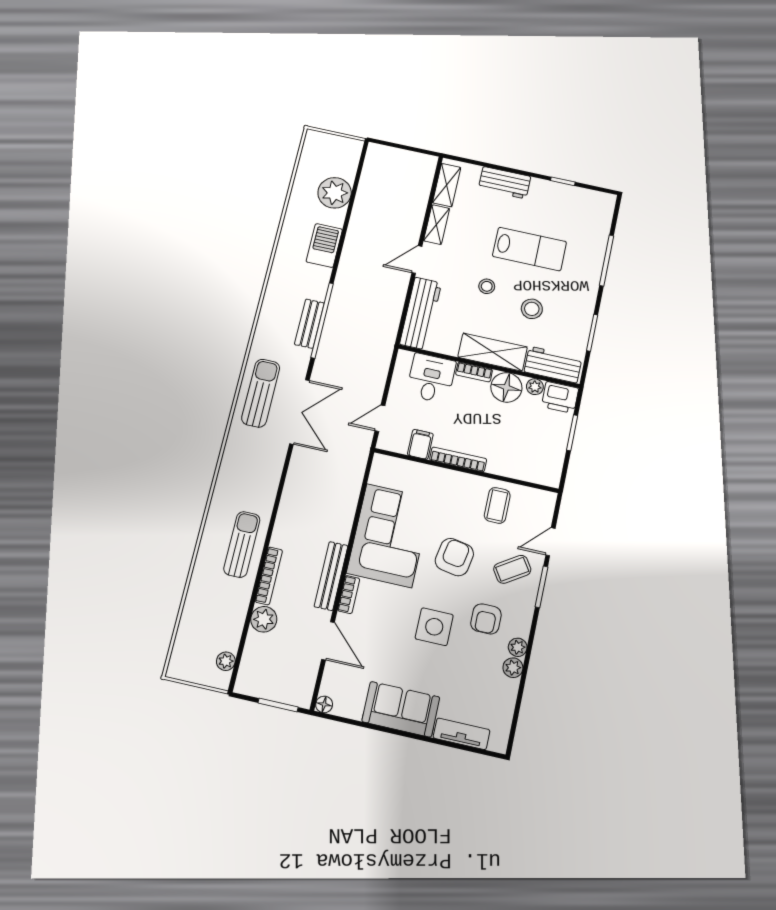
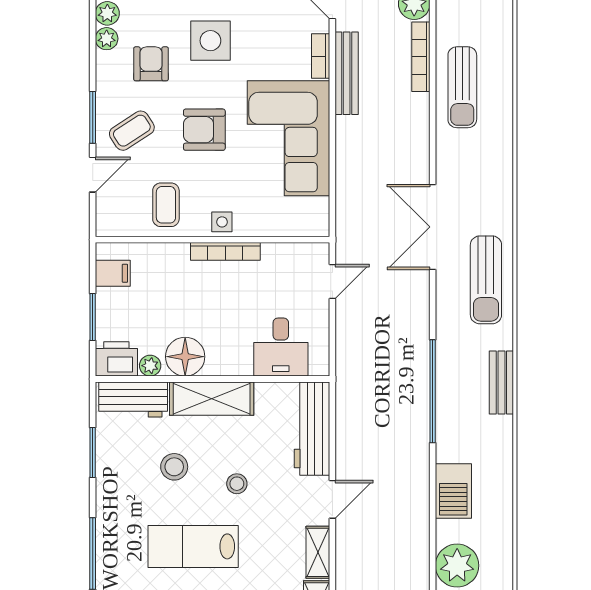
bench: (309, 324) -> (501, 382), moved
bookcase: (474, 372) -> (229, 367), removed
double door: (299, 412) -> (433, 227), moved
filing cabinet: (420, 444) -> (113, 273), moved, turned -90
side table: (456, 482) -> (222, 222), added
armchair: (454, 557) -> (204, 130), turned 80

